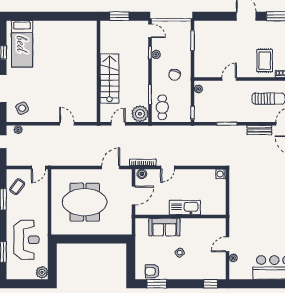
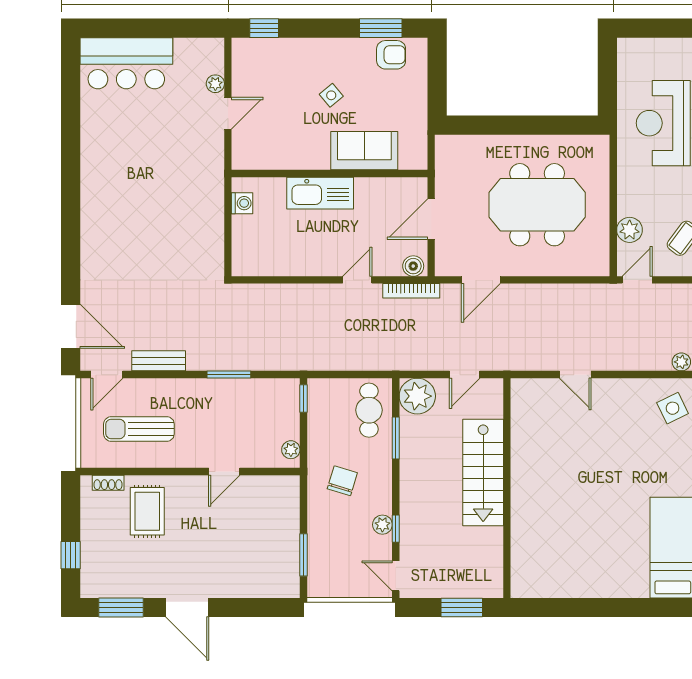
washing machine: (221, 174) -> (242, 203), moved
plant: (42, 272) -> (630, 230), moved

